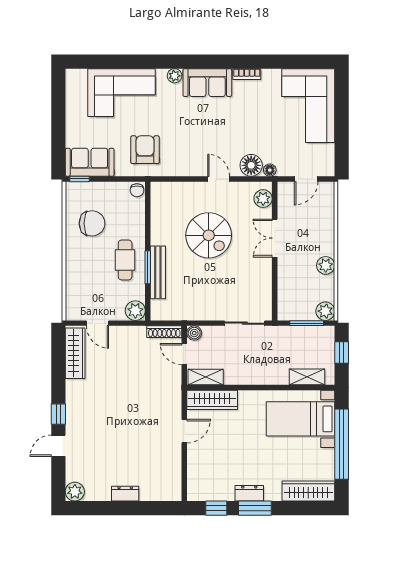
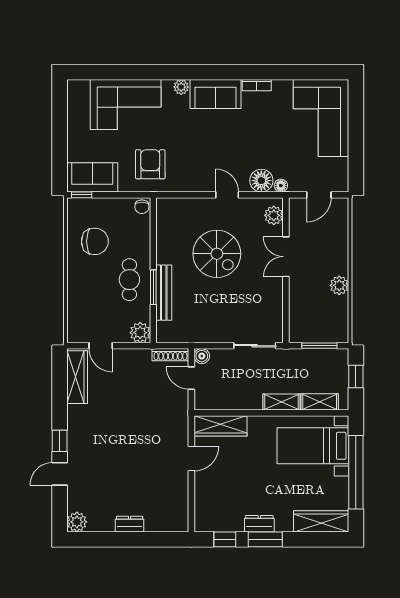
plant: (325, 311) -> (339, 333), removed
shelving: (206, 377) -> (281, 402), moved

